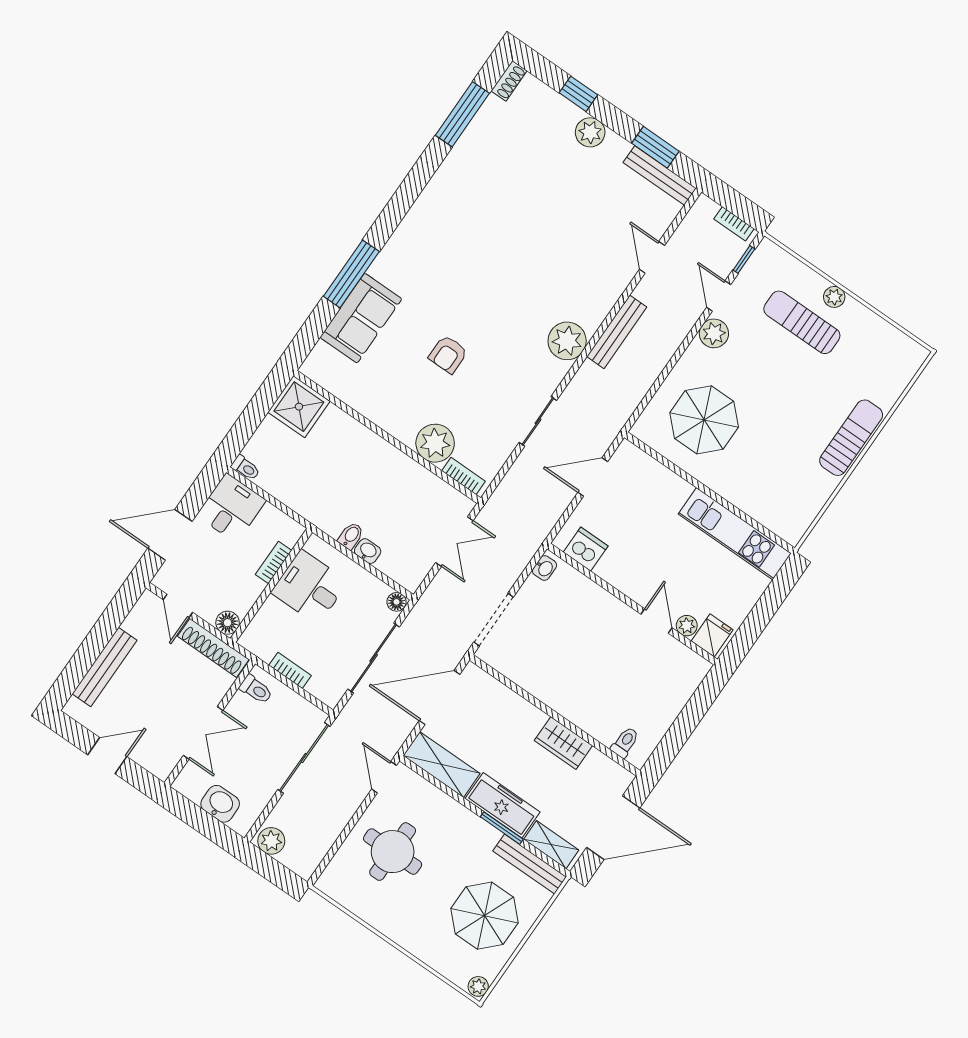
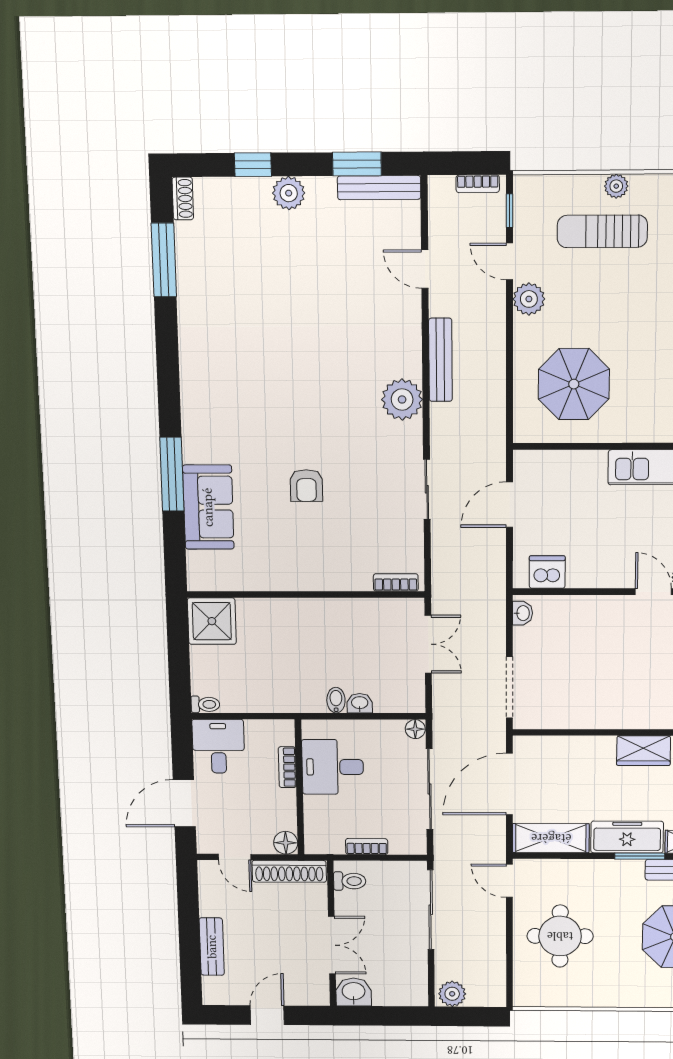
plant: (435, 443) -> (351, 571), removed
bench: (105, 667) -> (212, 947), width x0.73
washbasin: (220, 804) -> (354, 992), moved

